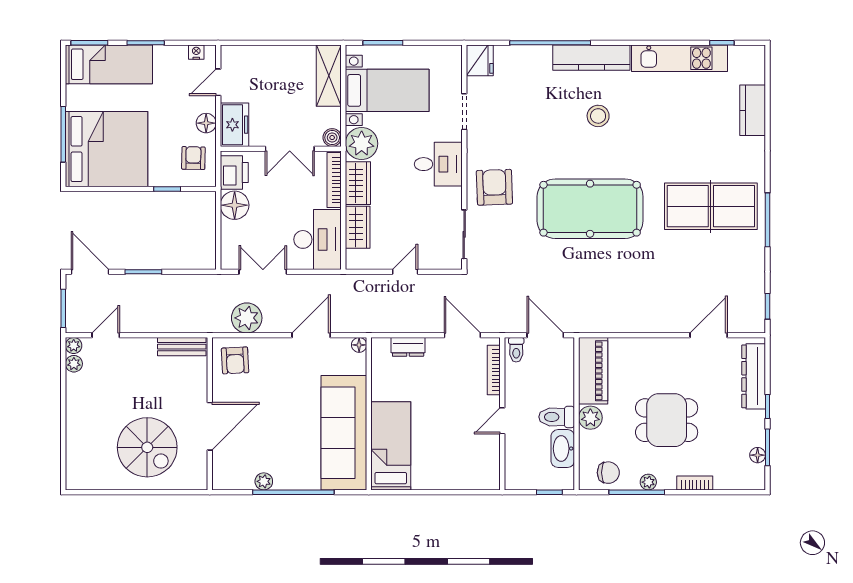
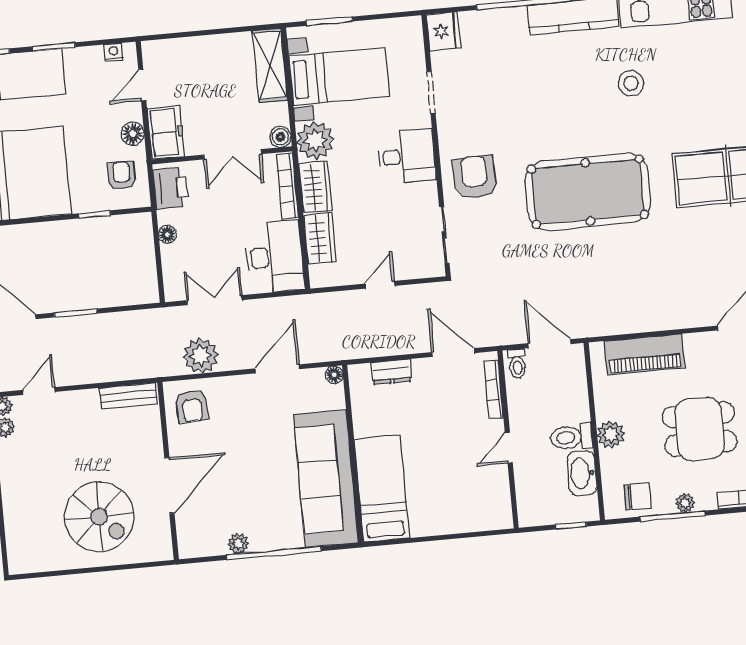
stool: (598, 116) -> (631, 83), moved
floor lamp: (235, 205) -> (167, 235), width x0.53, depth x0.53
piano: (593, 371) -> (644, 354), moved, turned 90

